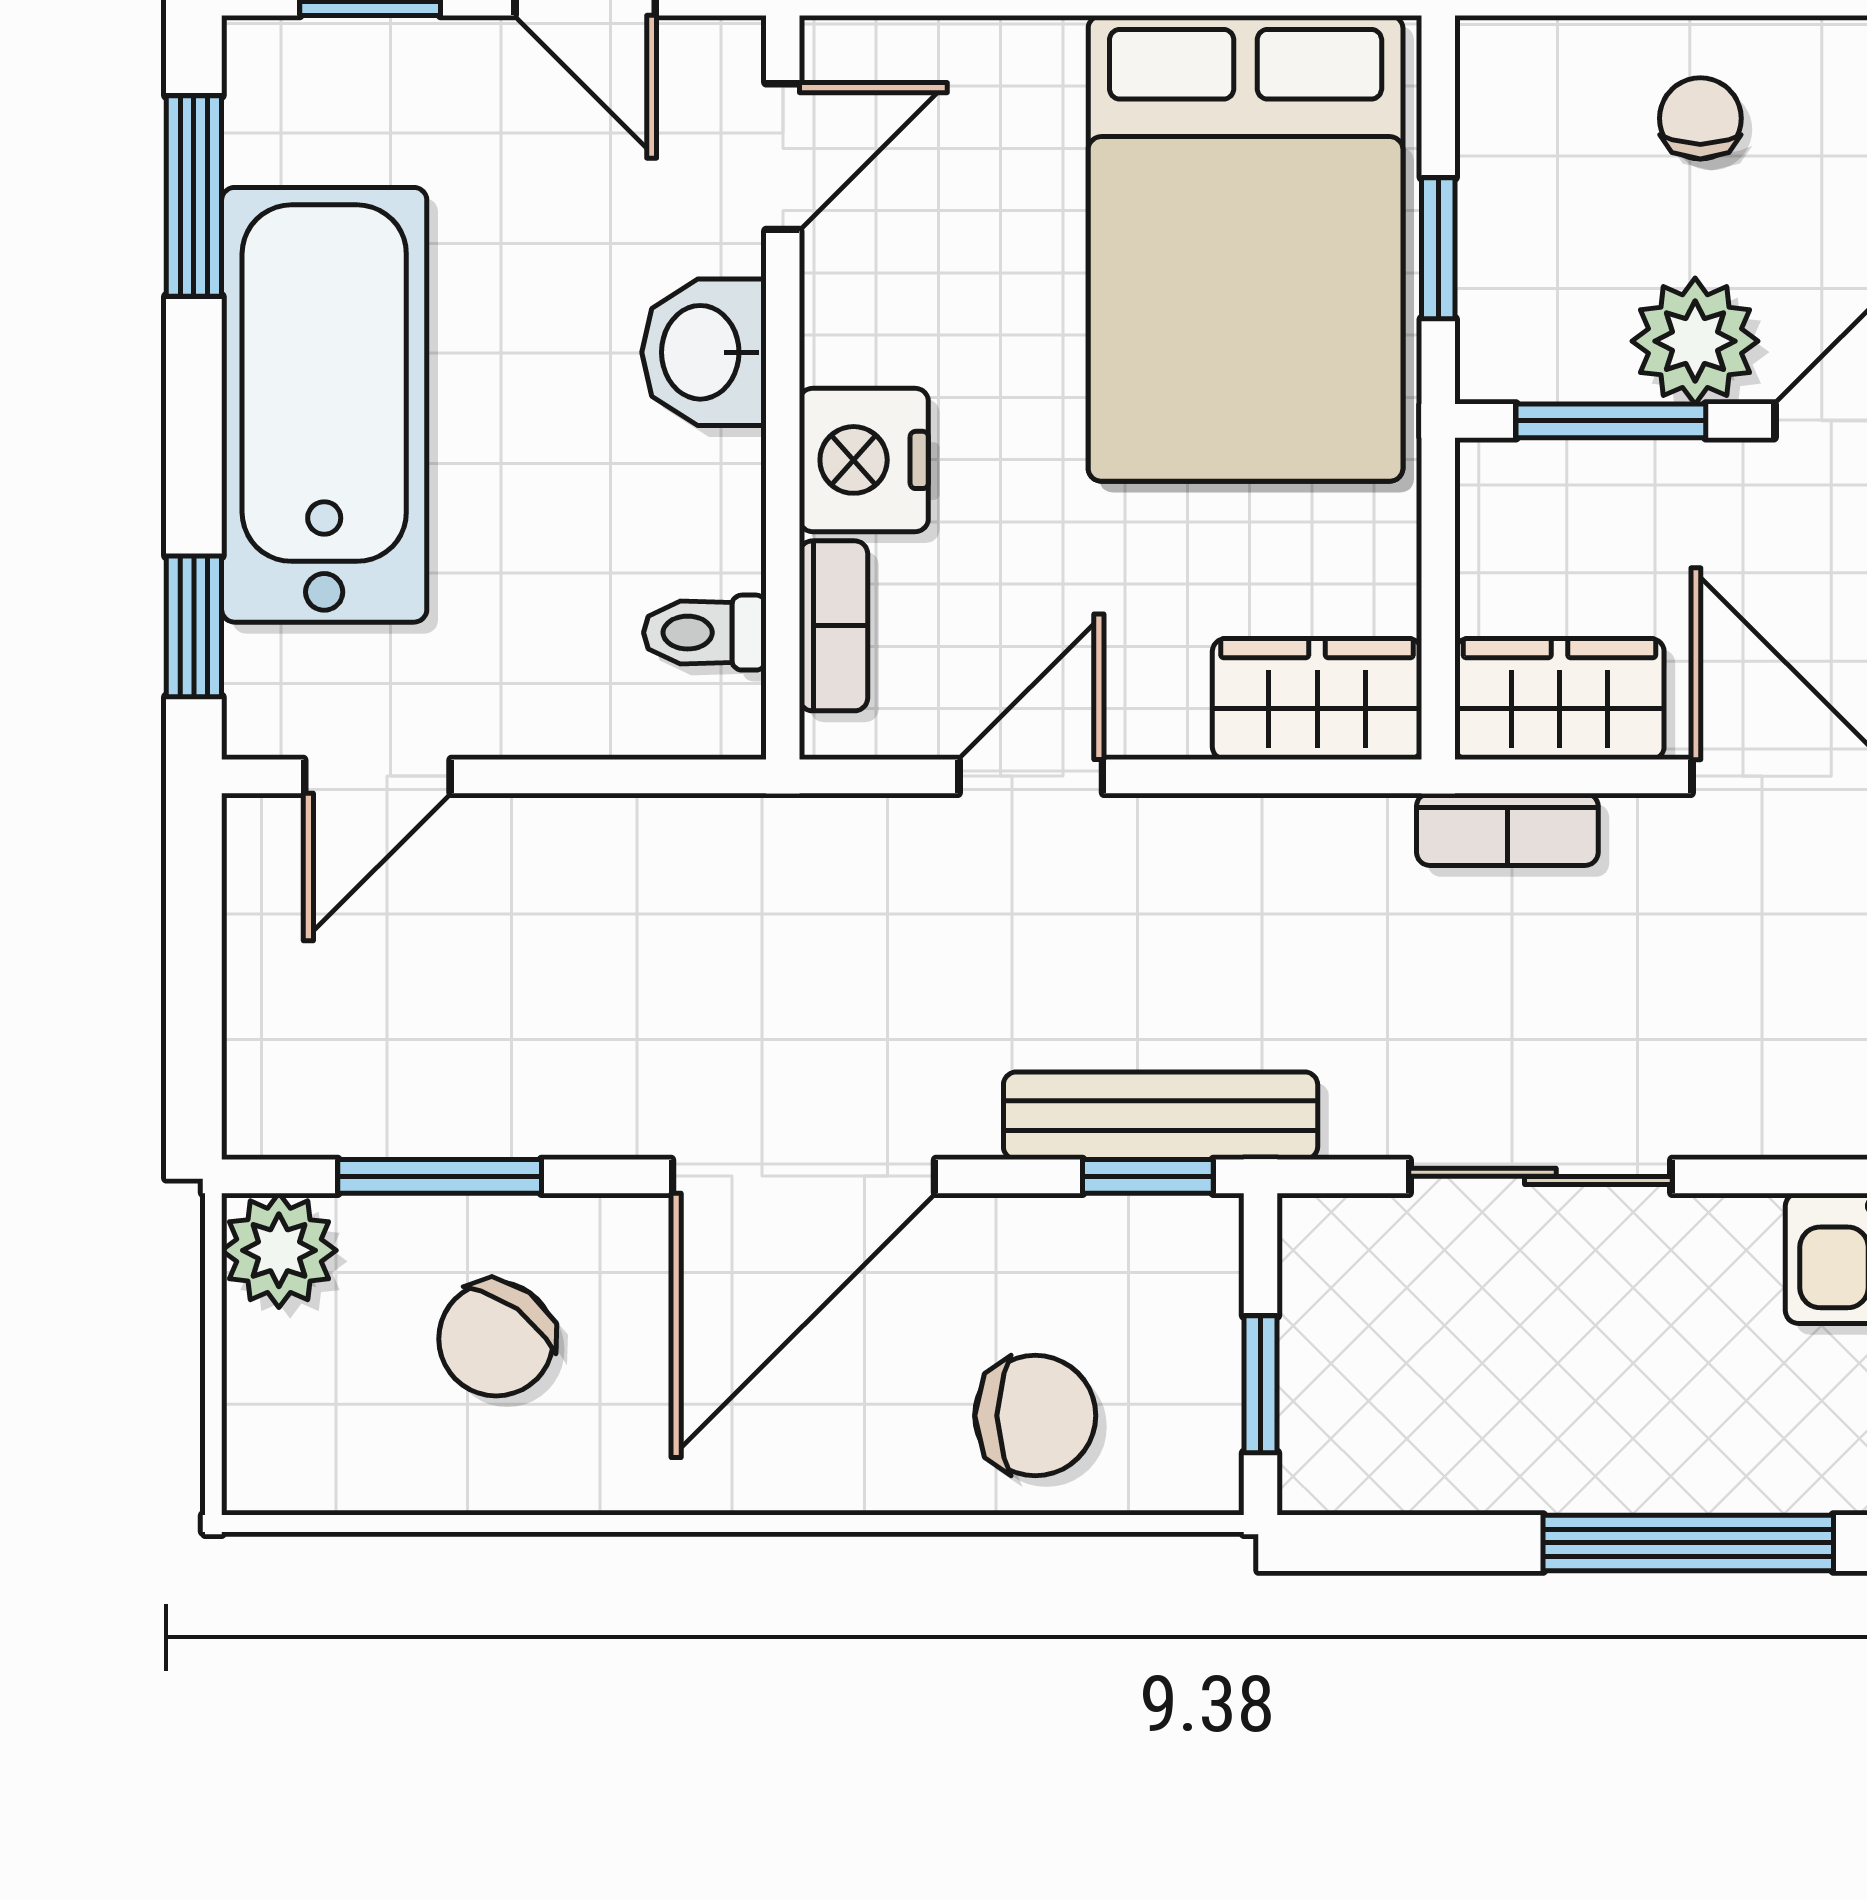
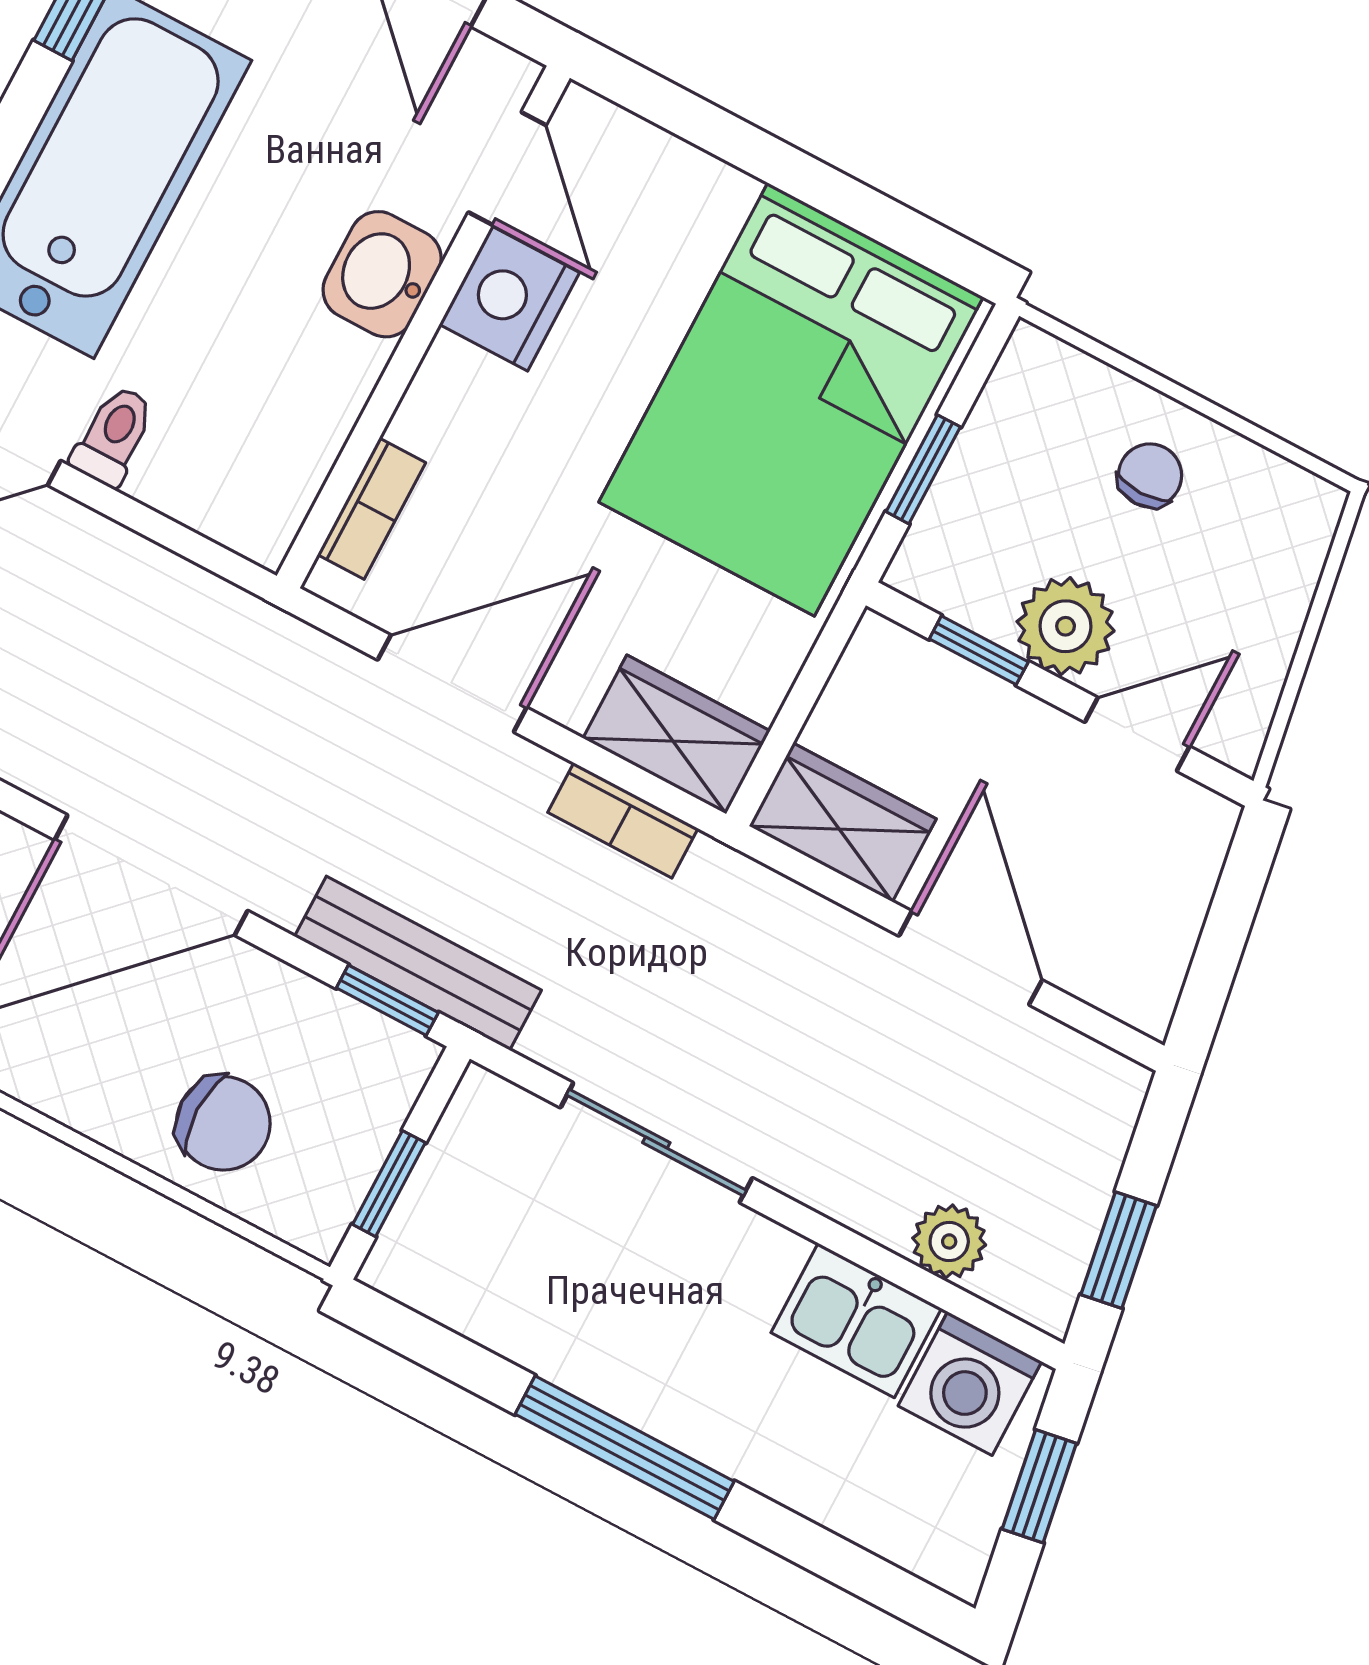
door: (783, 157) -> (507, 169), hinge flipped
window: (1611, 421) -> (979, 650), width x0.67
nightstand: (864, 460) -> (509, 299), moved
toilet: (705, 633) -> (113, 436), moved, turned 90
door: (1031, 776) -> (452, 684), width x1.38
bookcase: (1507, 829) -> (623, 820), moved

